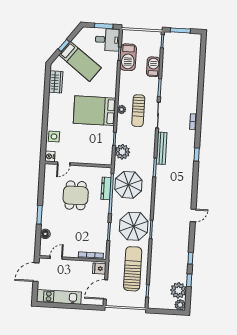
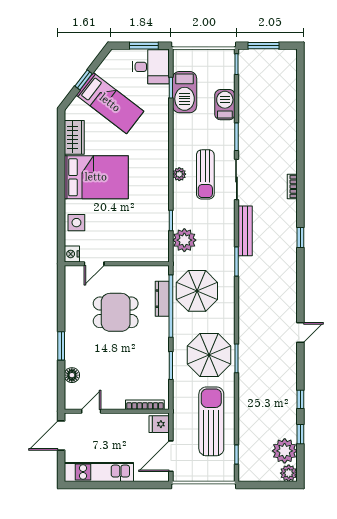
bed: (95, 111) -> (96, 177), moved, turned 180
dining table: (76, 195) -> (116, 312), turned 90

